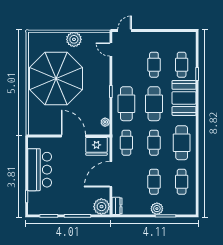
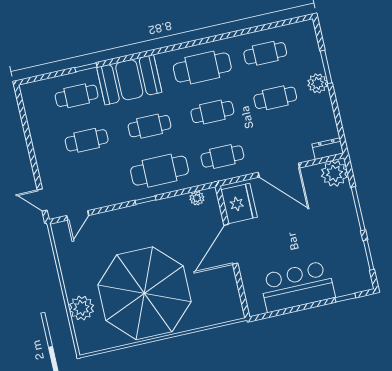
plant: (74, 39) -> (81, 308), moved
cafe table: (154, 104) -> (149, 126), width x0.73, depth x0.74

